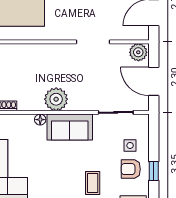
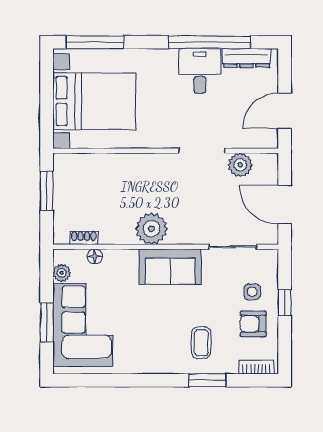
plant: (138, 52) -> (240, 165), moved
floor lamp: (40, 120) -> (95, 256), moved
window: (154, 171) -> (285, 302), moved

